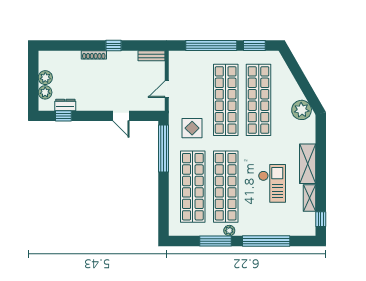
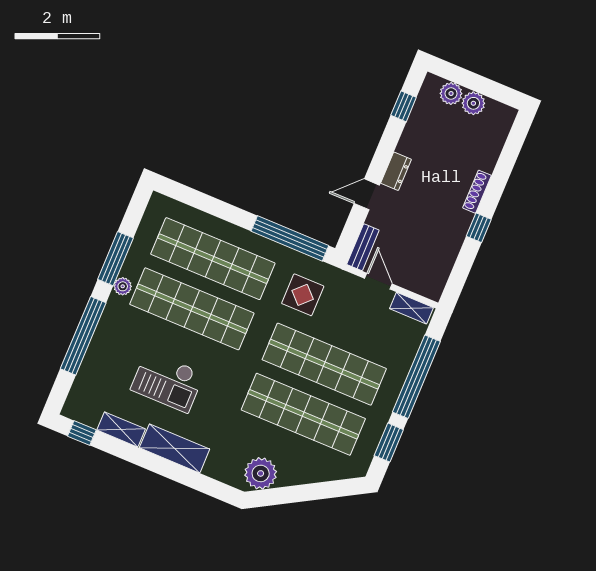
bench: (151, 56) -> (363, 247), moved
shelving: (174, 64) -> (411, 308), added
dresser: (65, 105) -> (396, 171), moved

